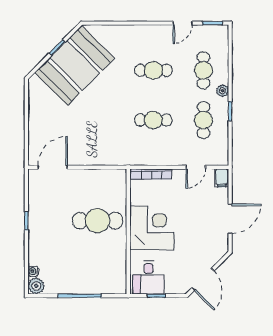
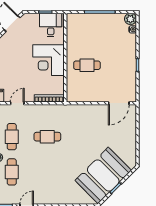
cafe table: (153, 70) -> (47, 172), removed
cafe table: (98, 221) -> (87, 65), width x0.73, depth x0.74

